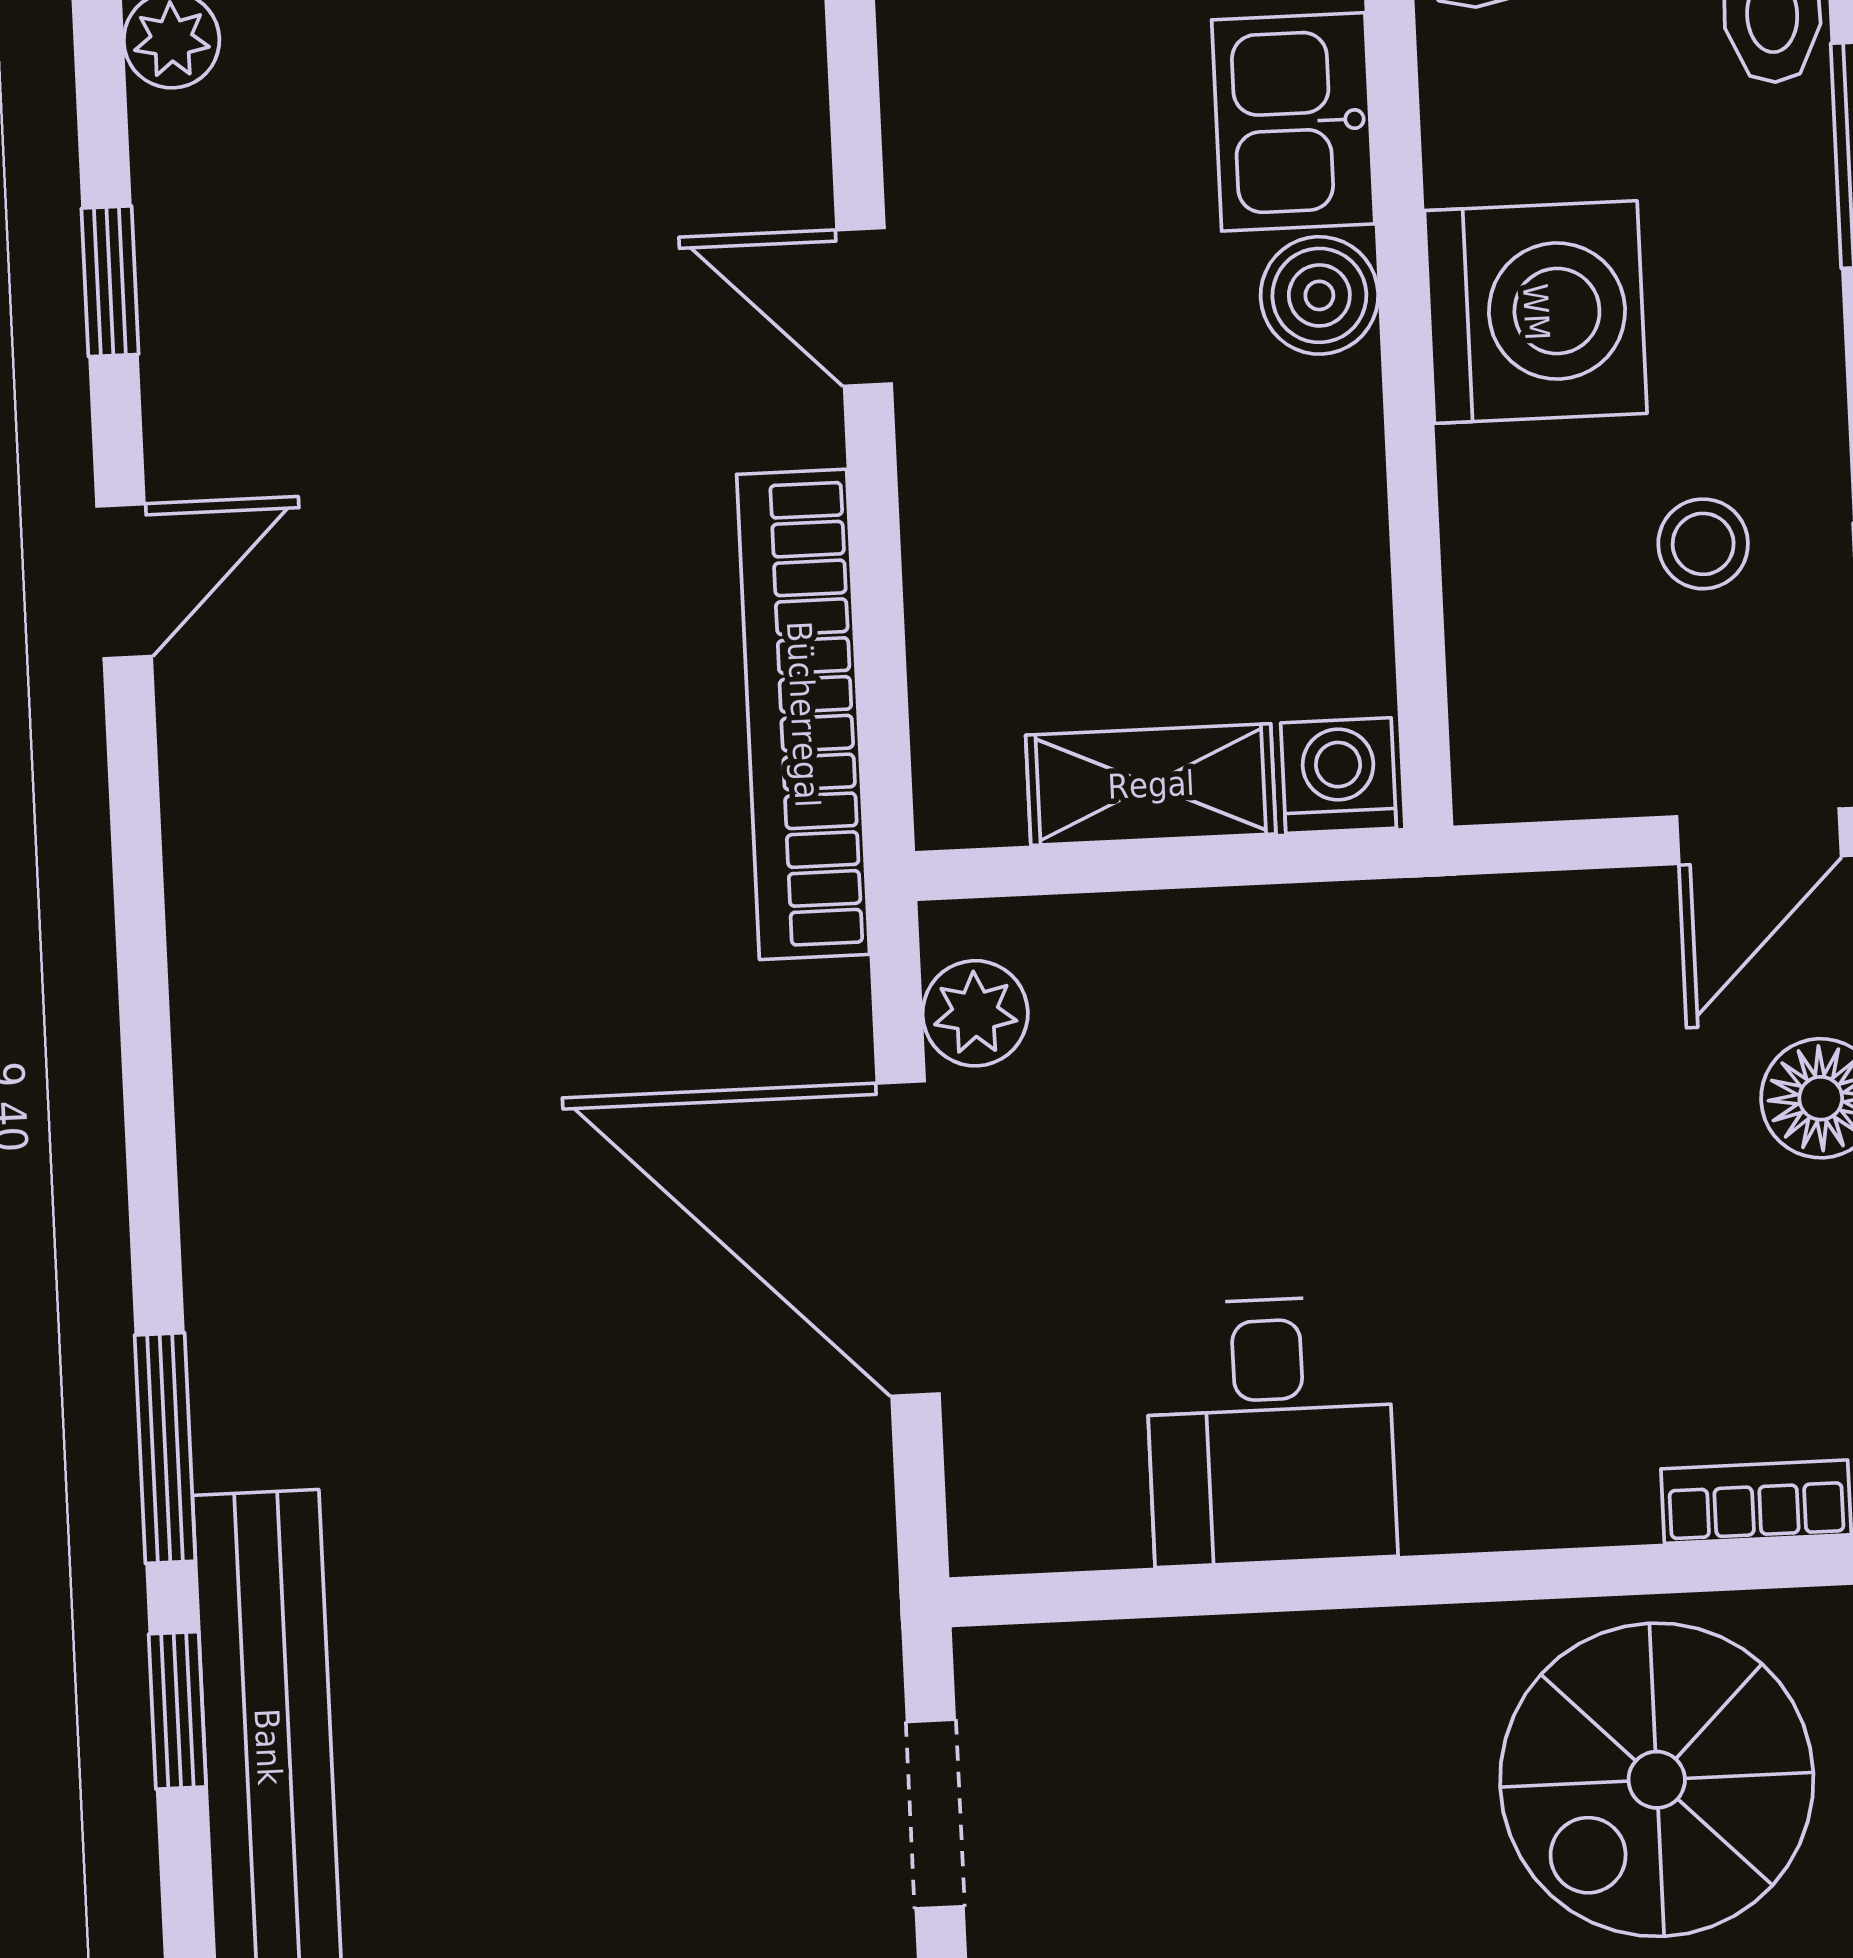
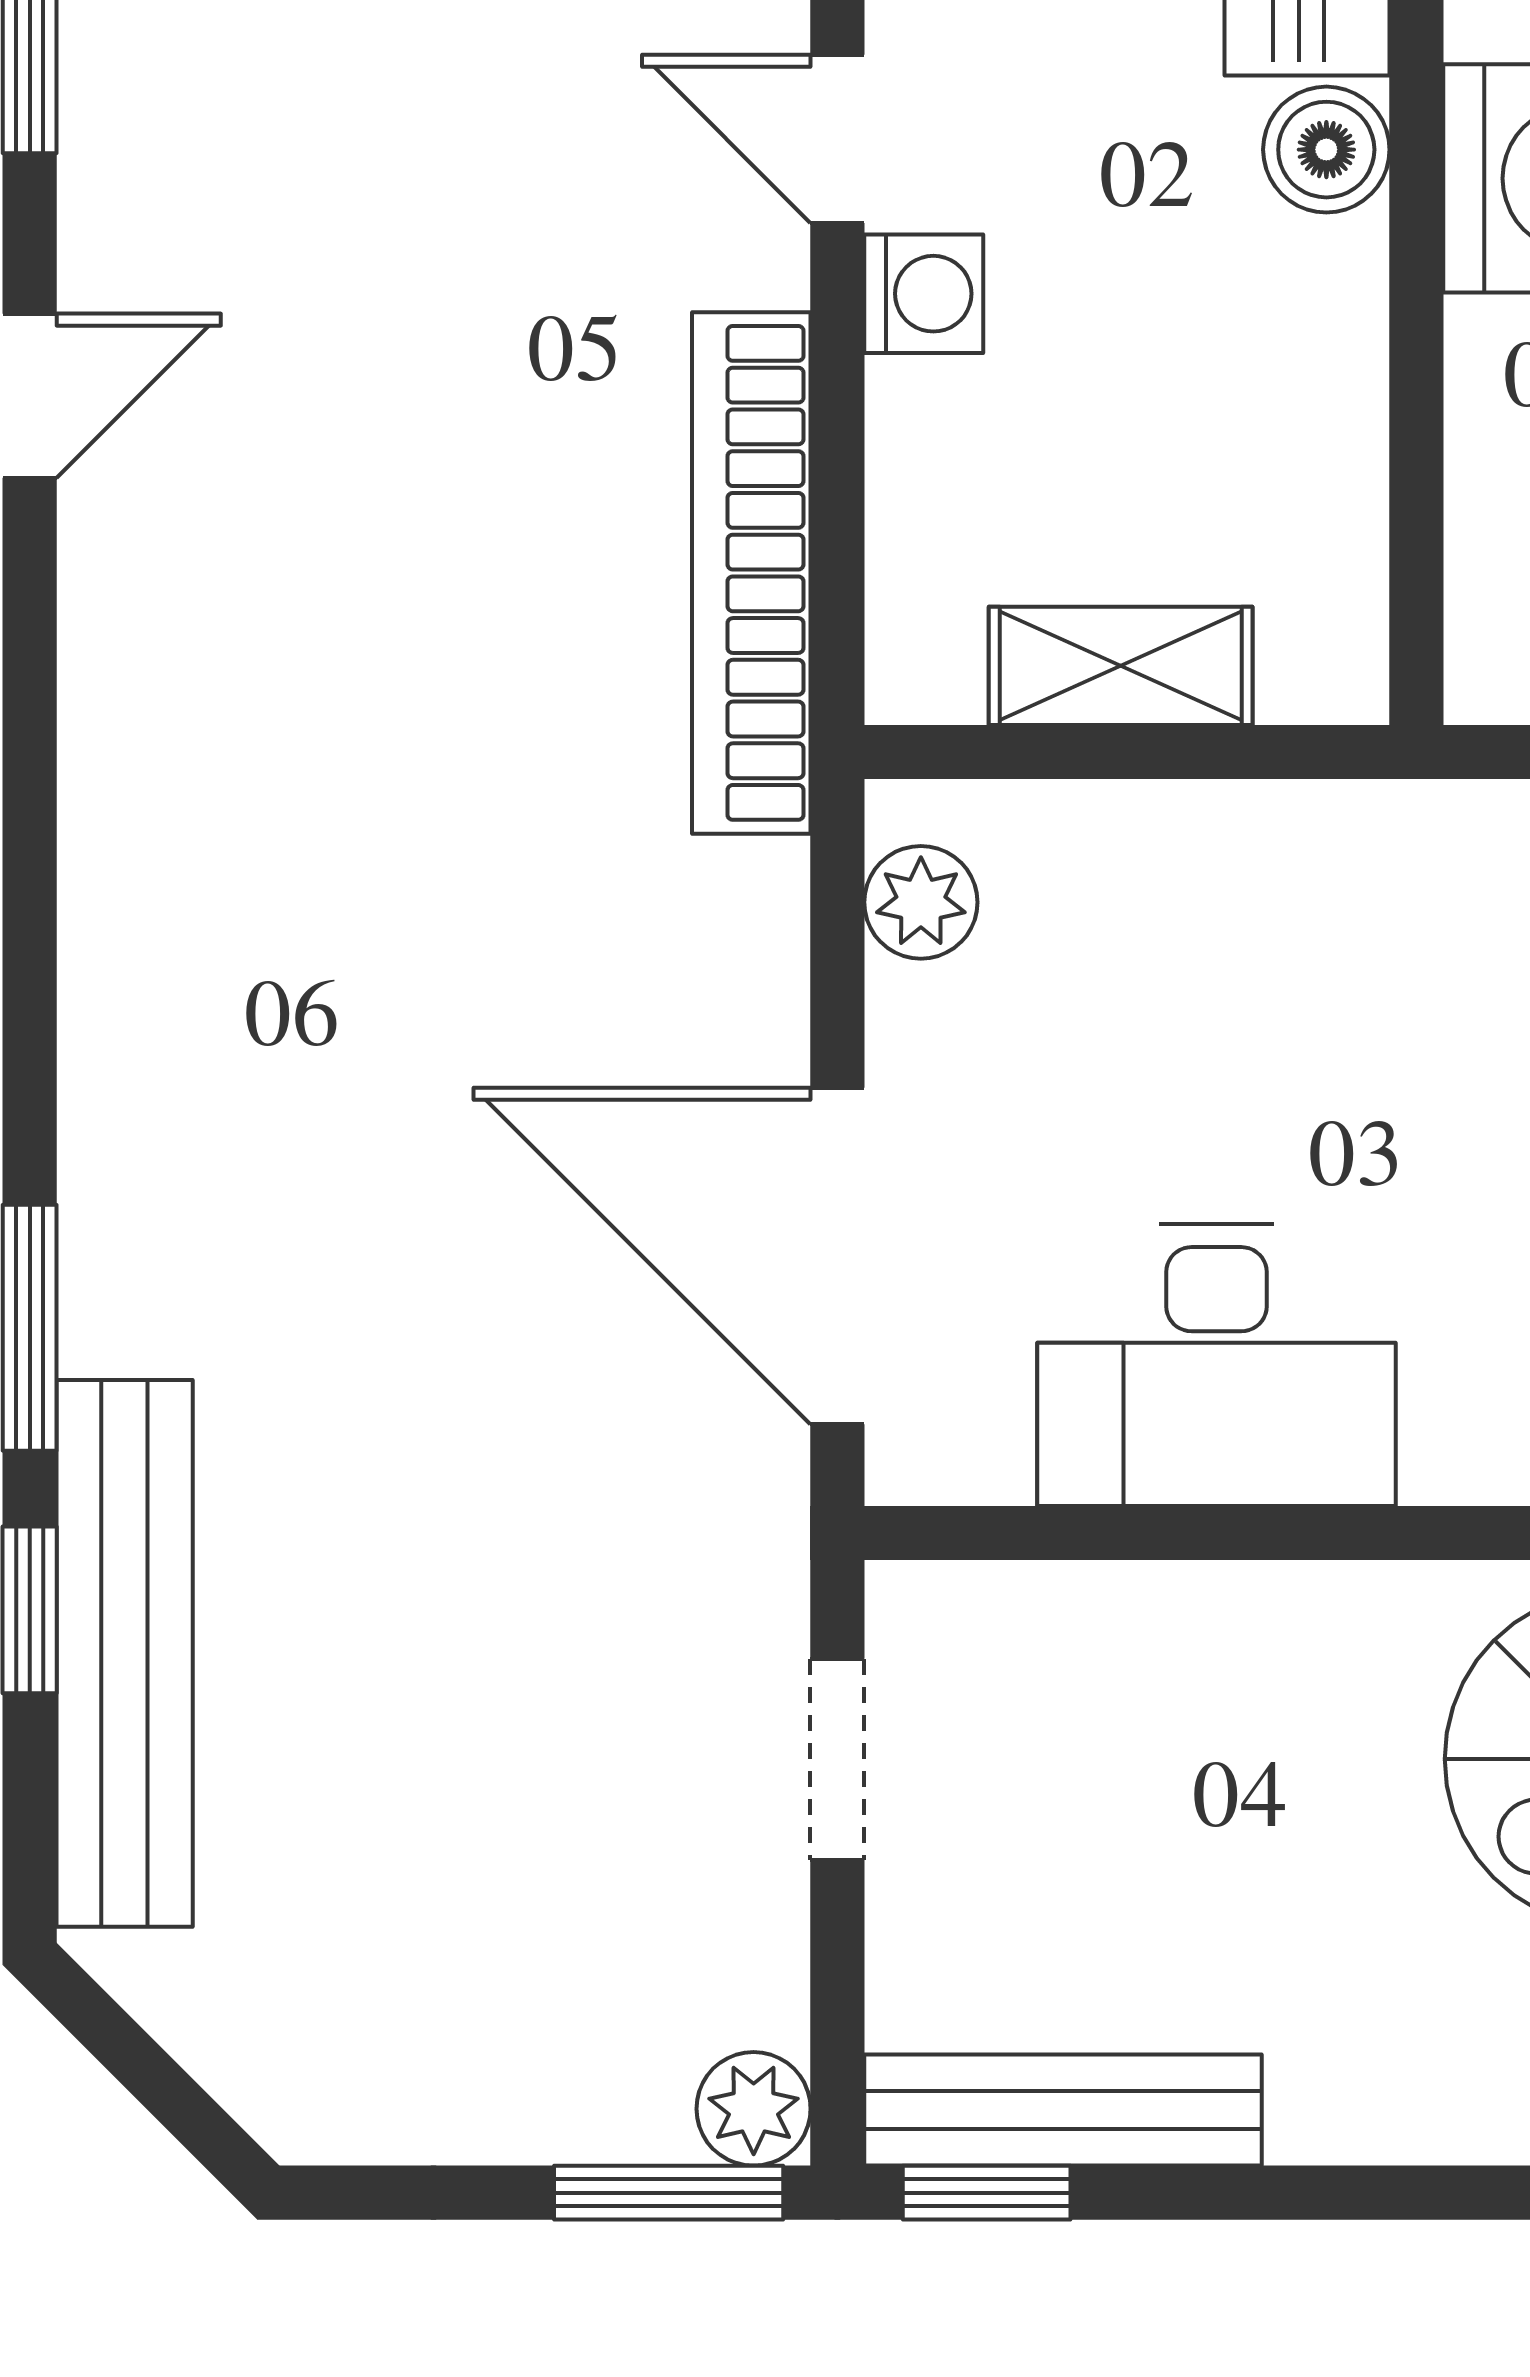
washing machine: (1339, 776) -> (924, 294), moved, turned 90
door: (908, 1238) -> (837, 1256), moved
desk: (1270, 1431) -> (1216, 1365), width x1.37

